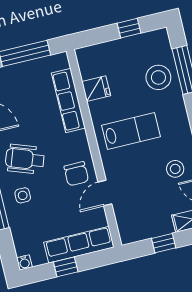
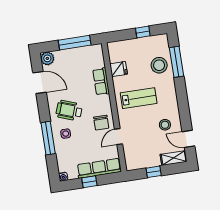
row of seats: (68, 101) -> (101, 82), width x0.68

